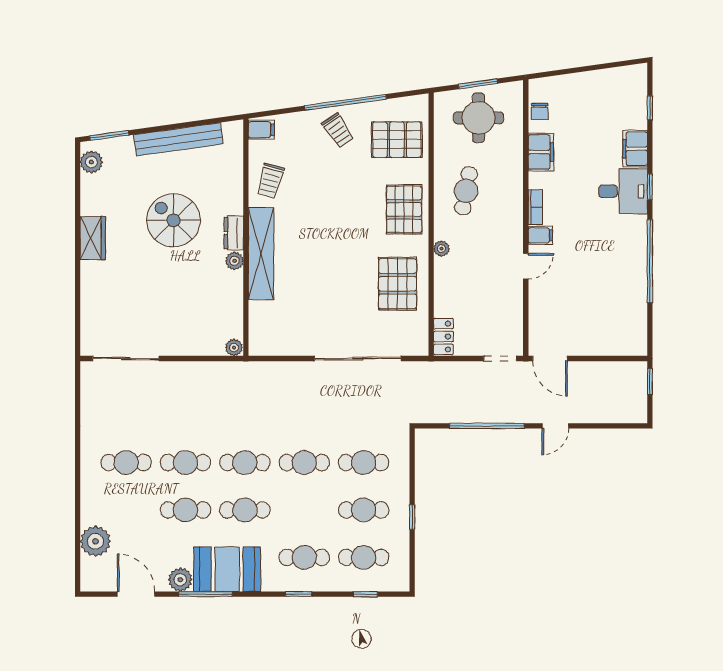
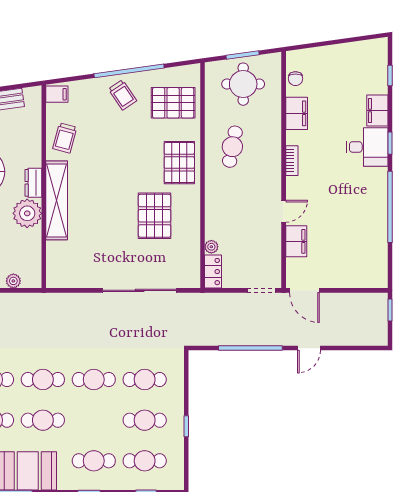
filing cabinet: (540, 235) -> (296, 241), moved, width x2.00
plant: (441, 249) -> (211, 247), moved
plant: (234, 261) -> (27, 213), width x1.88, depth x1.88
pallet: (398, 284) -> (155, 216), moved
plant: (234, 348) -> (13, 281), moved

